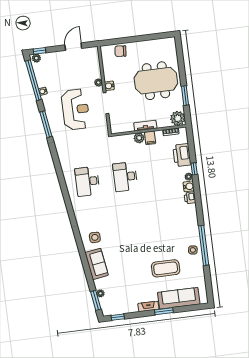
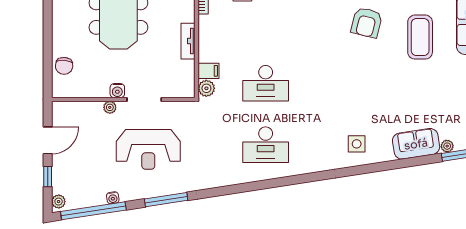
door: (73, 47) -> (48, 140), swing flipped
window: (40, 51) -> (48, 177), moved
reception desk: (75, 109) -> (148, 149), turned 180
plant: (139, 138) -> (206, 88), moved
filing cabinet: (150, 138) -> (209, 71), moved
armchair: (170, 234) -> (367, 23), added
sofa: (97, 264) -> (416, 144), moved

